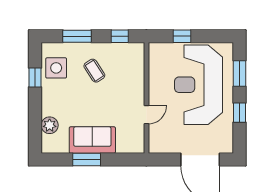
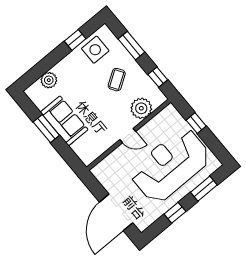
plant: (134, 70) -> (141, 108), added
door: (146, 115) -> (128, 136), moved

